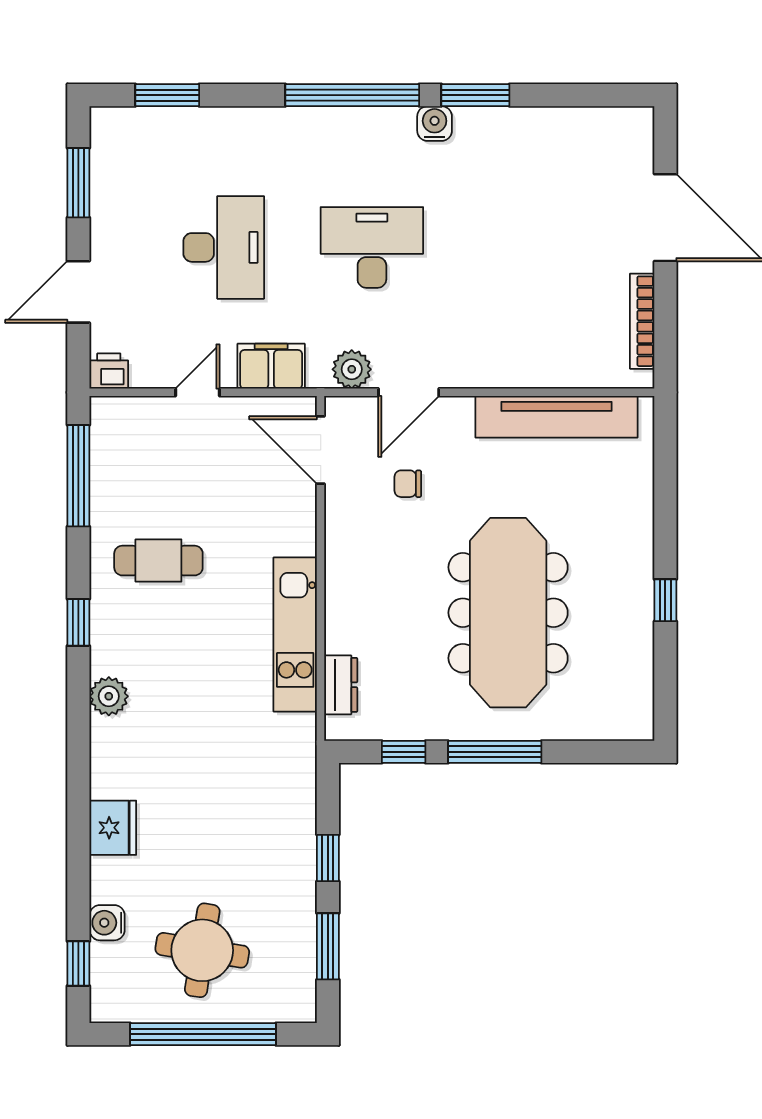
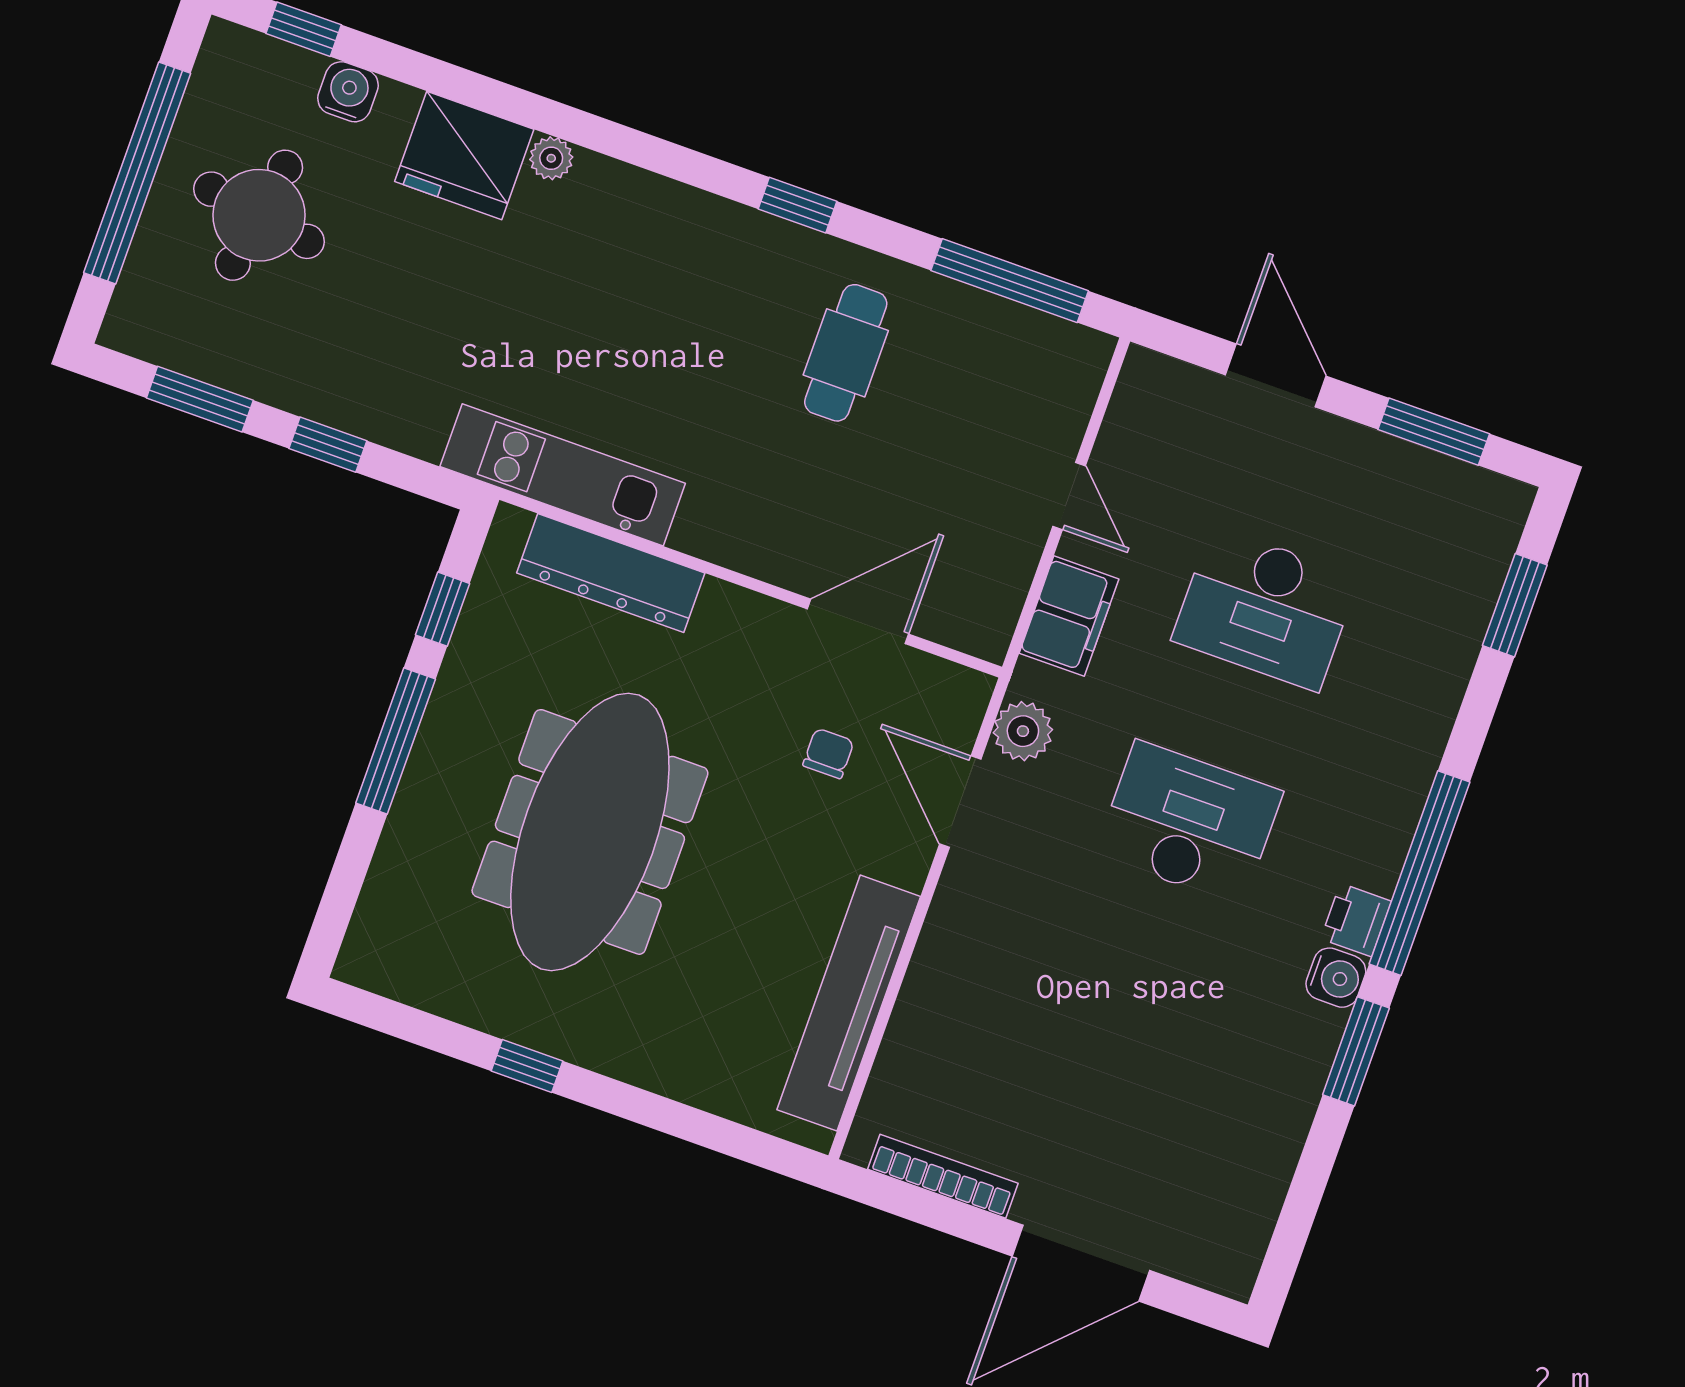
desk: (372, 247) -> (1189, 823), turned -90
printer: (109, 371) -> (1356, 920), moved, turned 180
door: (321, 450) -> (858, 621), moved
meeting table: (508, 613) -> (590, 832), turned 90
kitchen unit: (295, 634) -> (563, 475), moved
dresser: (341, 685) -> (611, 573), width x1.96, depth x1.24
plant: (109, 696) -> (551, 158), moved, width x0.73, depth x0.73
fridge: (113, 828) -> (464, 155), width x1.36, depth x1.34

